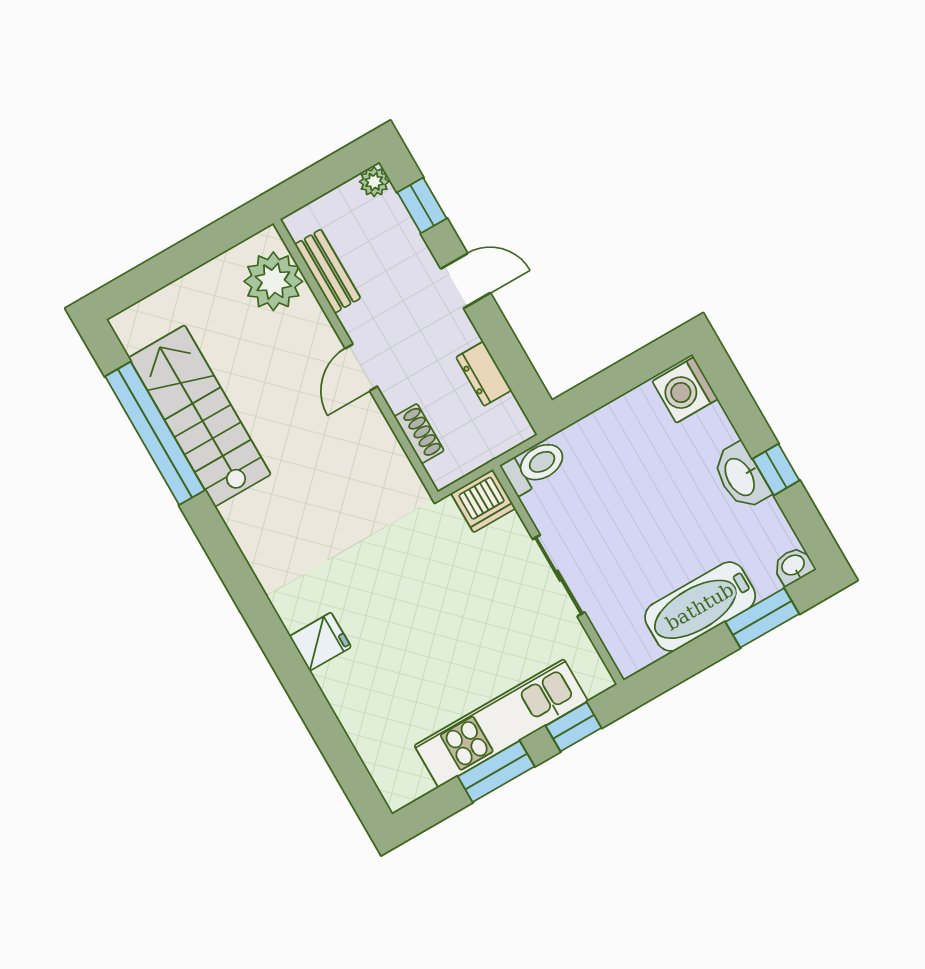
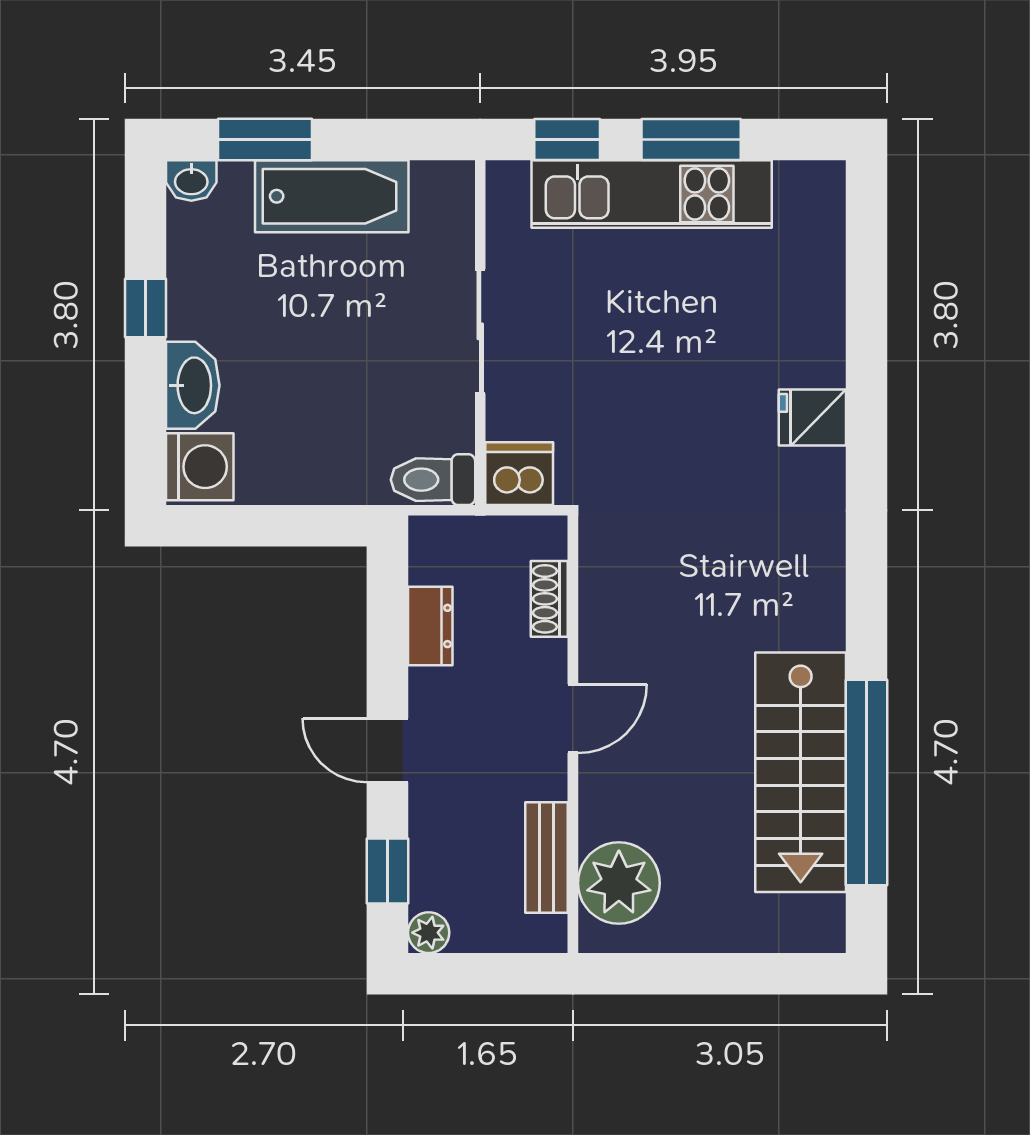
washbasin: (741, 476) -> (193, 385), moved

